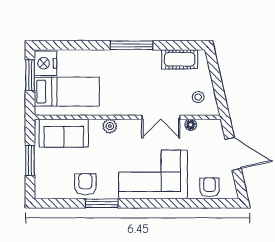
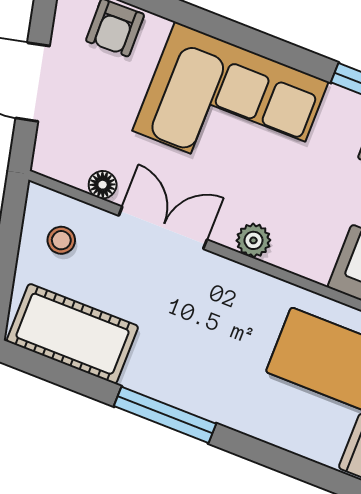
cot: (180, 59) -> (72, 334), width x1.37, depth x1.34
plant: (110, 126) -> (253, 240), moved

